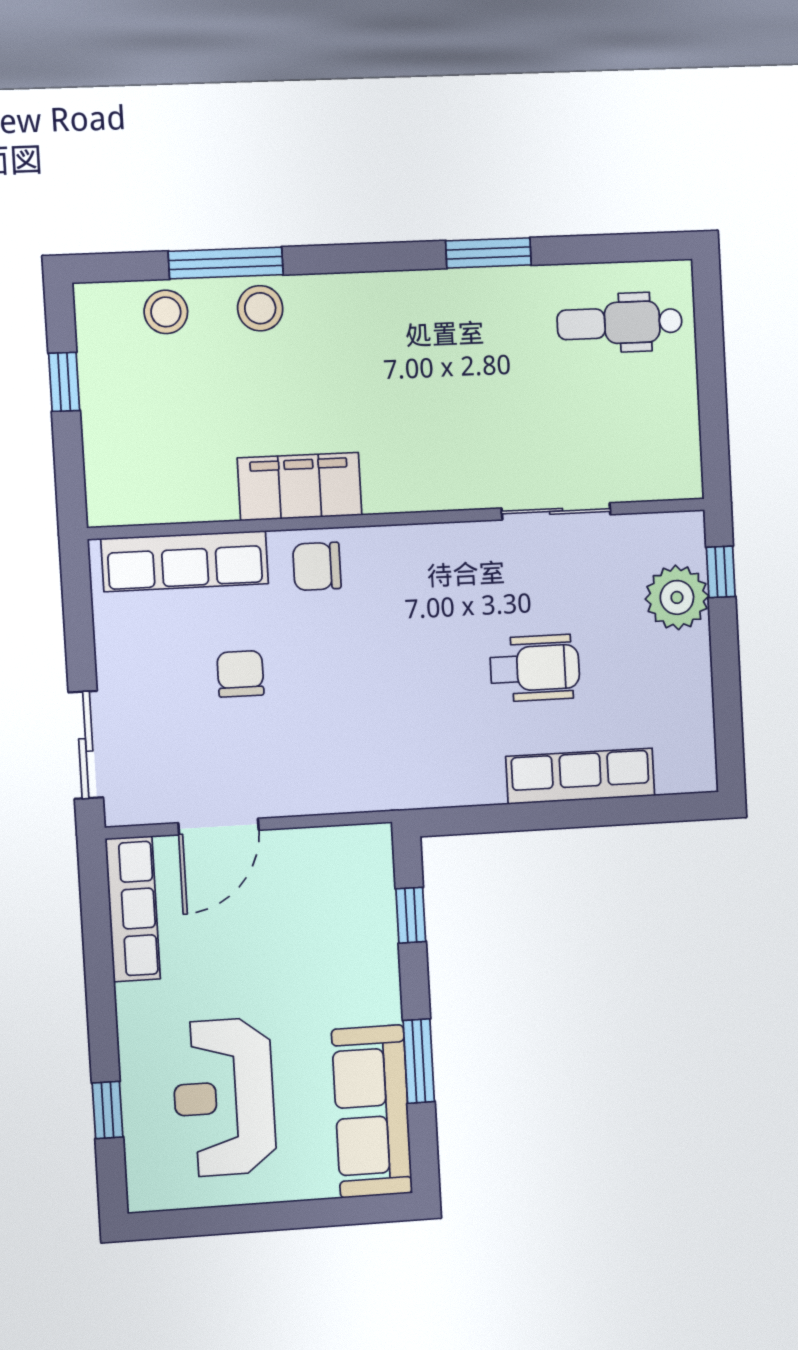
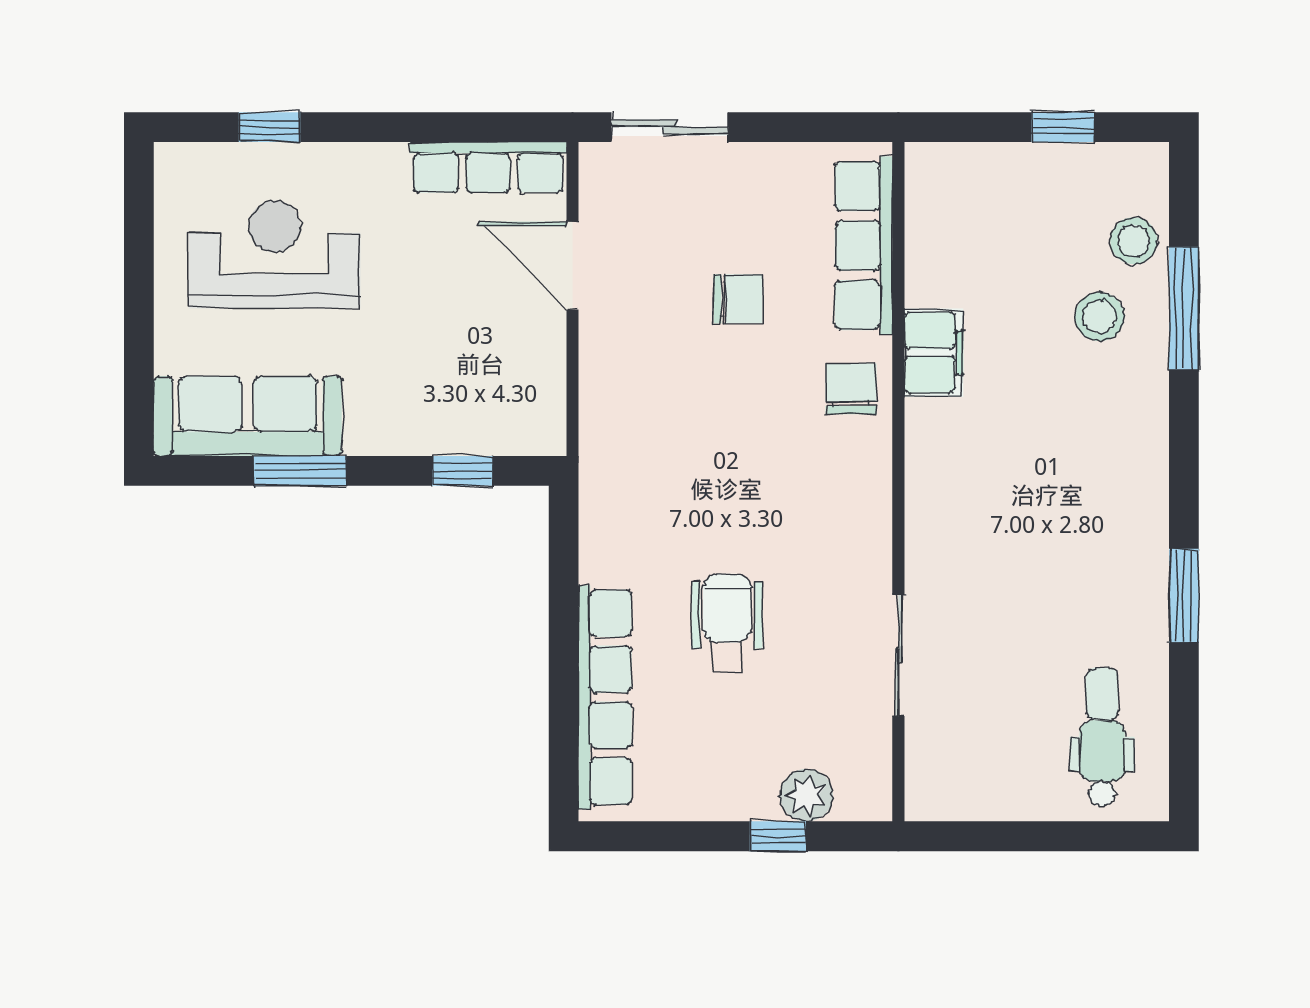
stool: (260, 308) -> (1100, 317), moved
filing cabinet: (300, 487) -> (934, 353), width x0.67, depth x0.86
window: (721, 572) -> (778, 836), moved
plant: (677, 597) -> (806, 795), width x0.73, depth x0.73
wheelchair: (535, 668) -> (727, 623), turned 180
row of seats: (580, 776) -> (605, 697), width x1.36

